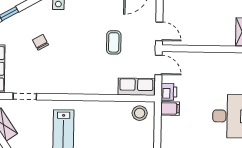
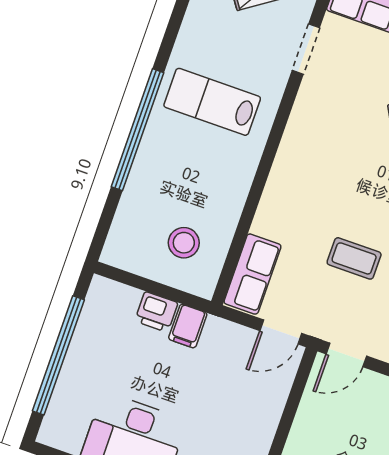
printer: (169, 92) -> (156, 312), moved
stool: (140, 113) -> (184, 243), moved

